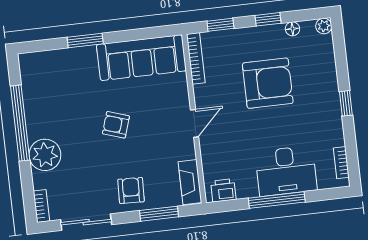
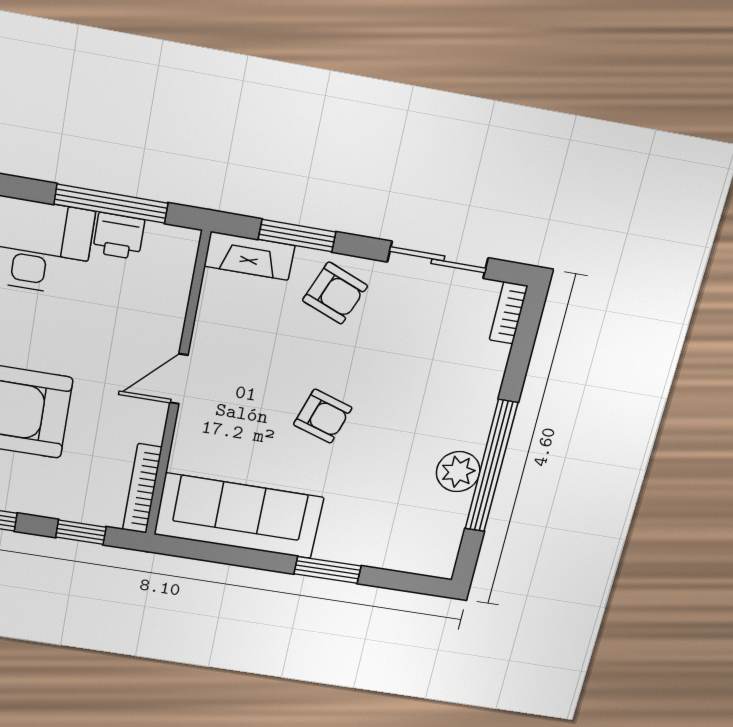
plant: (45, 155) -> (458, 472), moved, width x0.73, depth x0.73
fireplace: (190, 182) -> (249, 256), moved, turned 90
armchair: (131, 190) -> (335, 293), turned -70
printer: (223, 190) -> (119, 236), moved
window: (277, 200) -> (111, 204), moved

